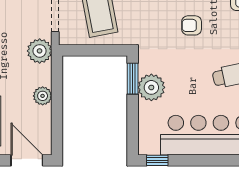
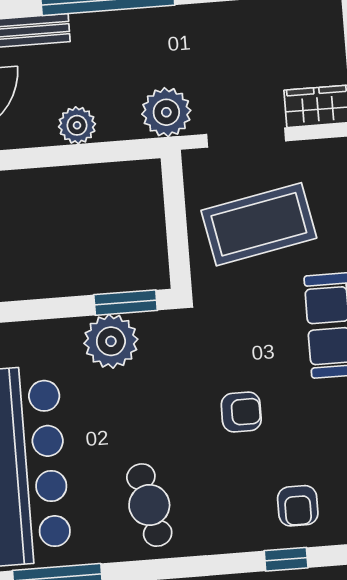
armchair: (192, 25) -> (241, 412), turned 90

